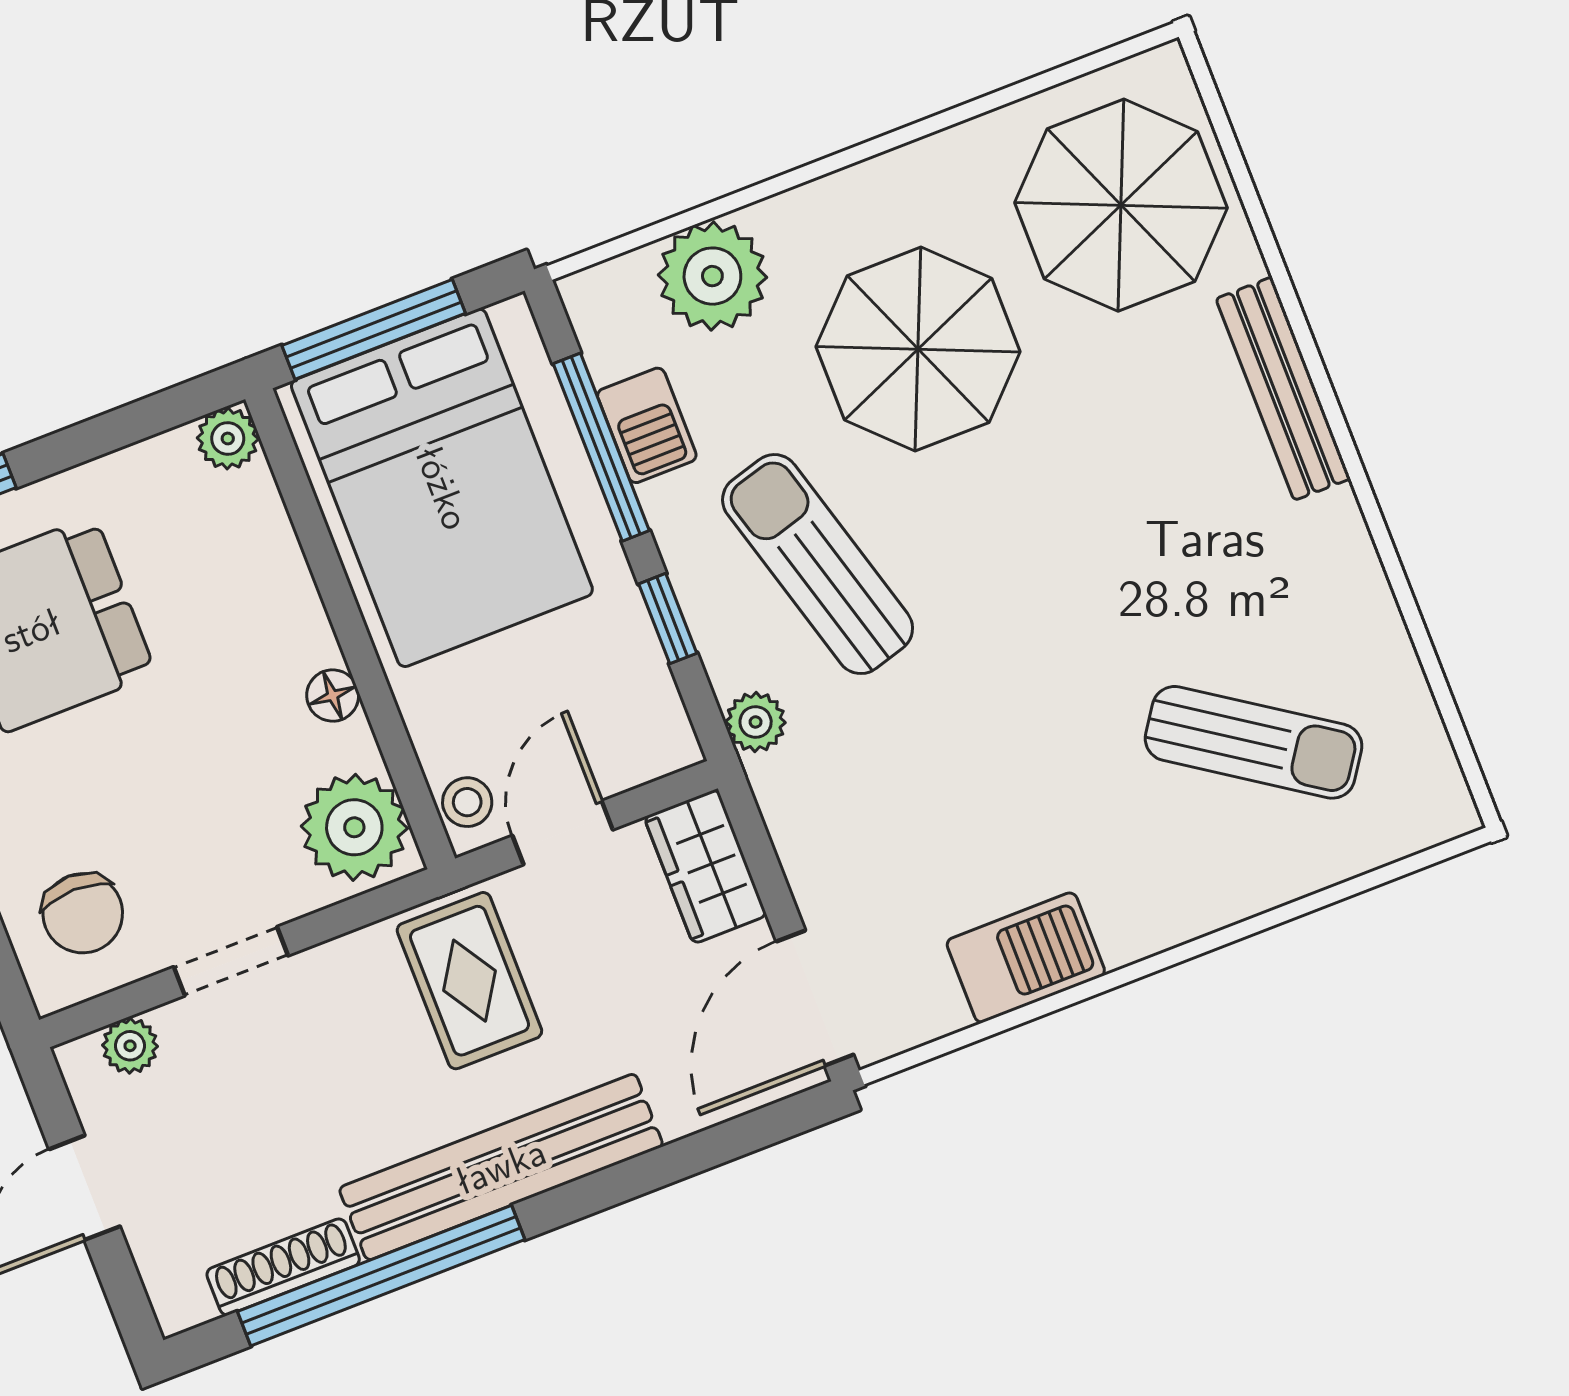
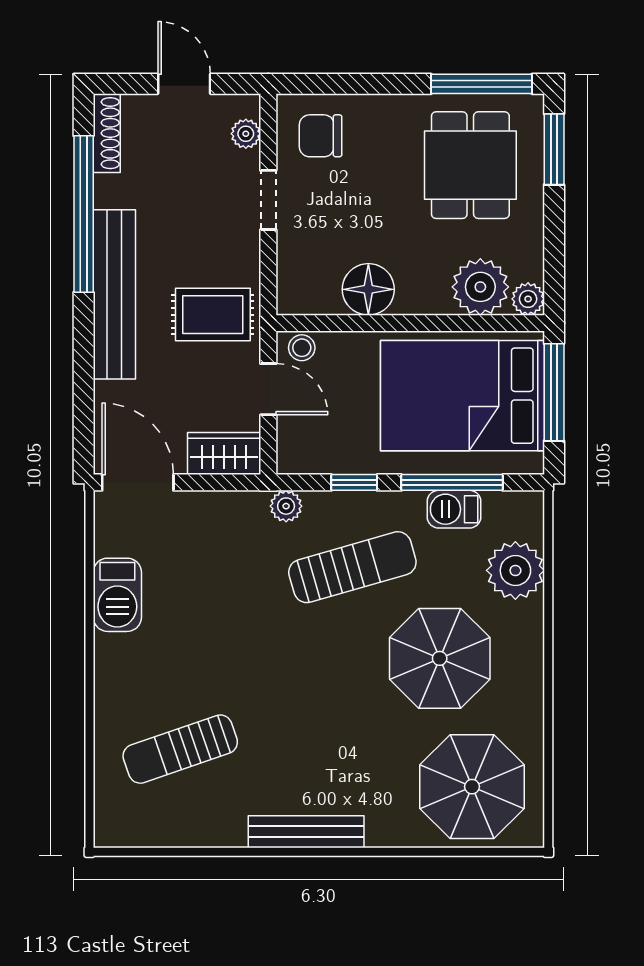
bench: (1283, 389) -> (306, 832), moved
floor lamp: (333, 696) -> (368, 289), width x1.89, depth x1.89
sun lounger: (1254, 742) -> (180, 749), turned 37
plant: (354, 827) -> (480, 287), moved
shoe rack: (283, 1267) -> (107, 133), moved

